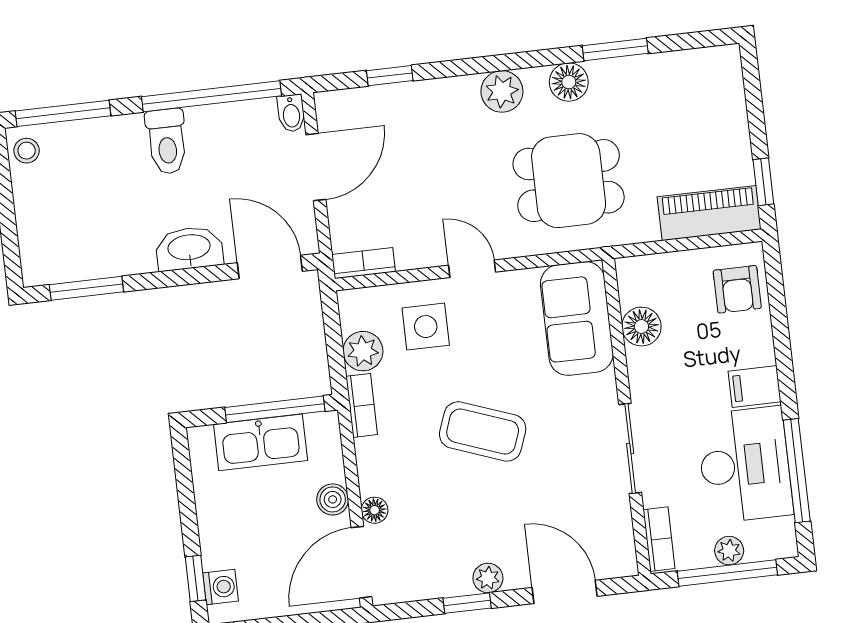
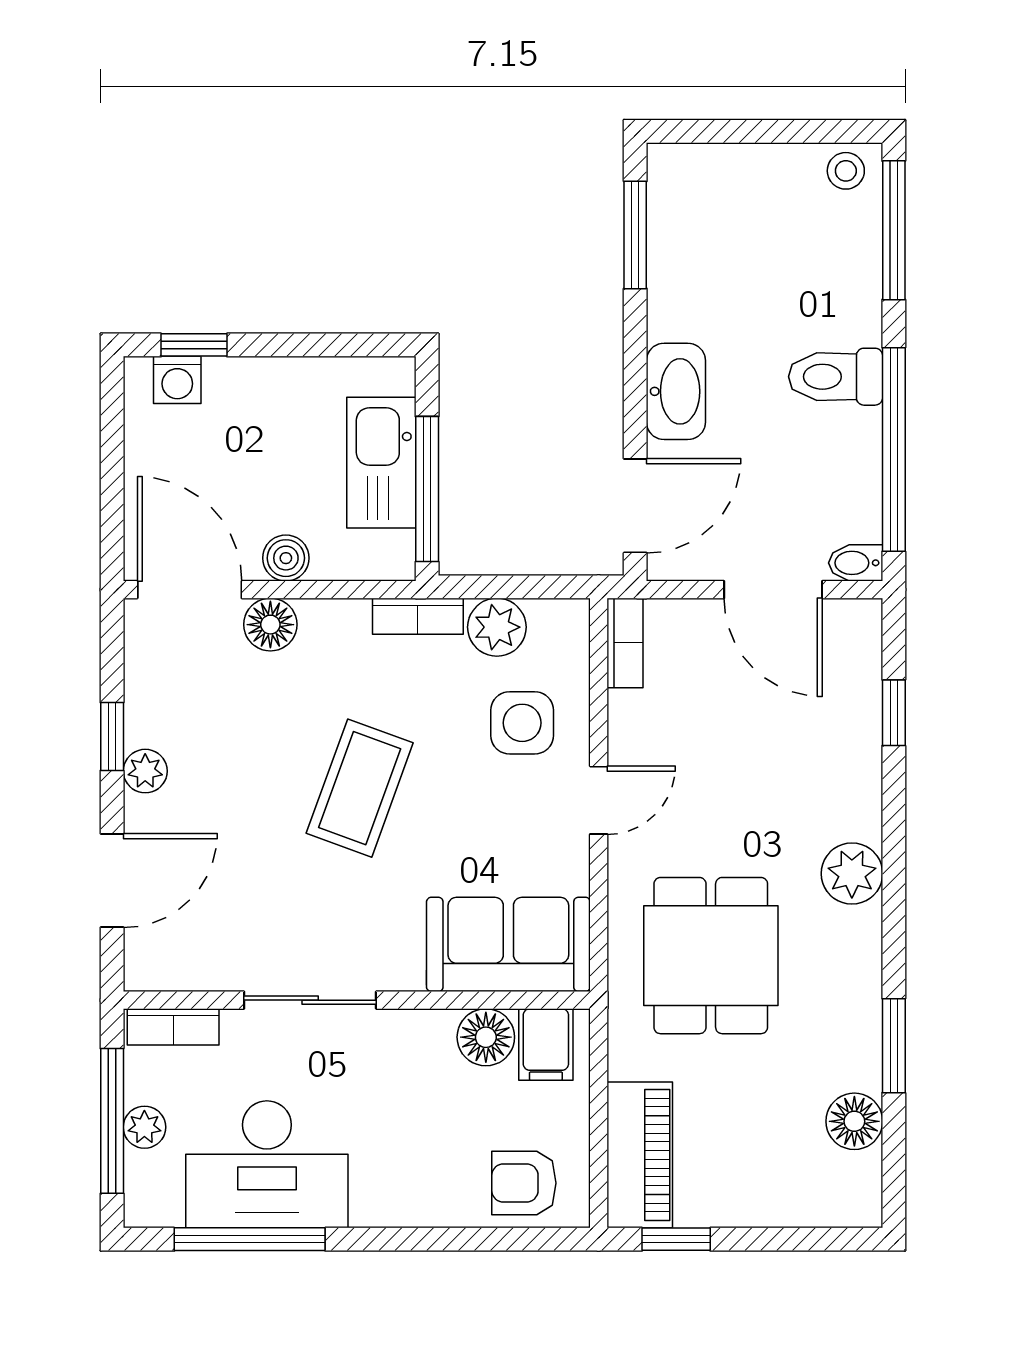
floor lamp: (569, 82) -> (854, 1121), moved
filing cabinet: (755, 387) -> (546, 1045), moved, turned 180
floor lamp: (375, 510) -> (270, 625), width x1.37, depth x1.37

